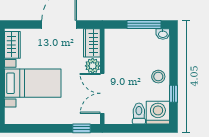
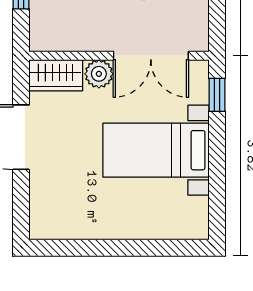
wardrobe: (12, 45) -> (59, 225), removed
bed with nightstands: (33, 83) -> (156, 150), moved, turned -90

